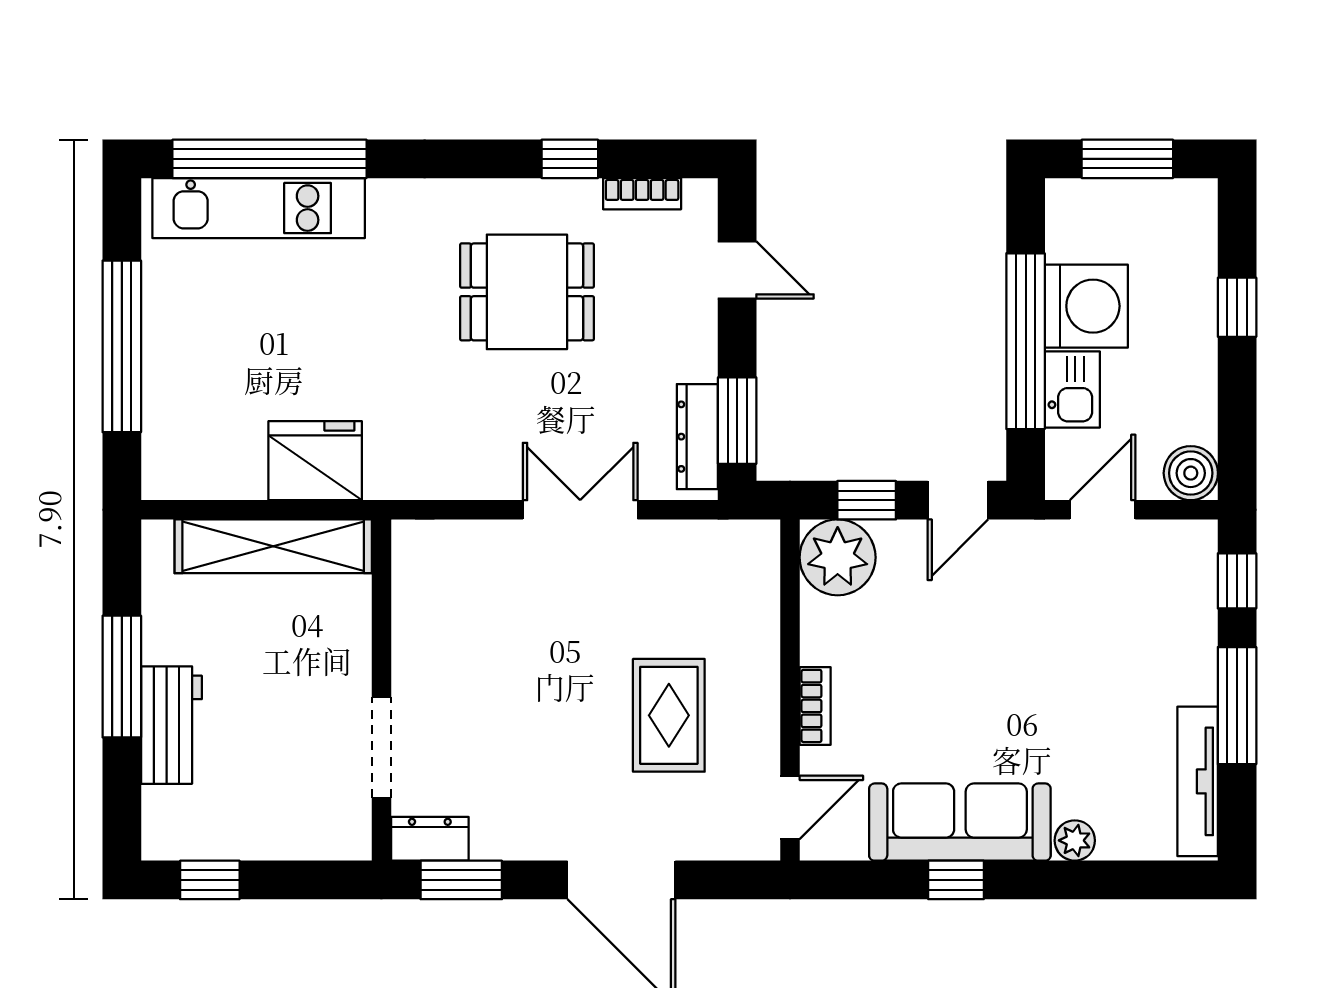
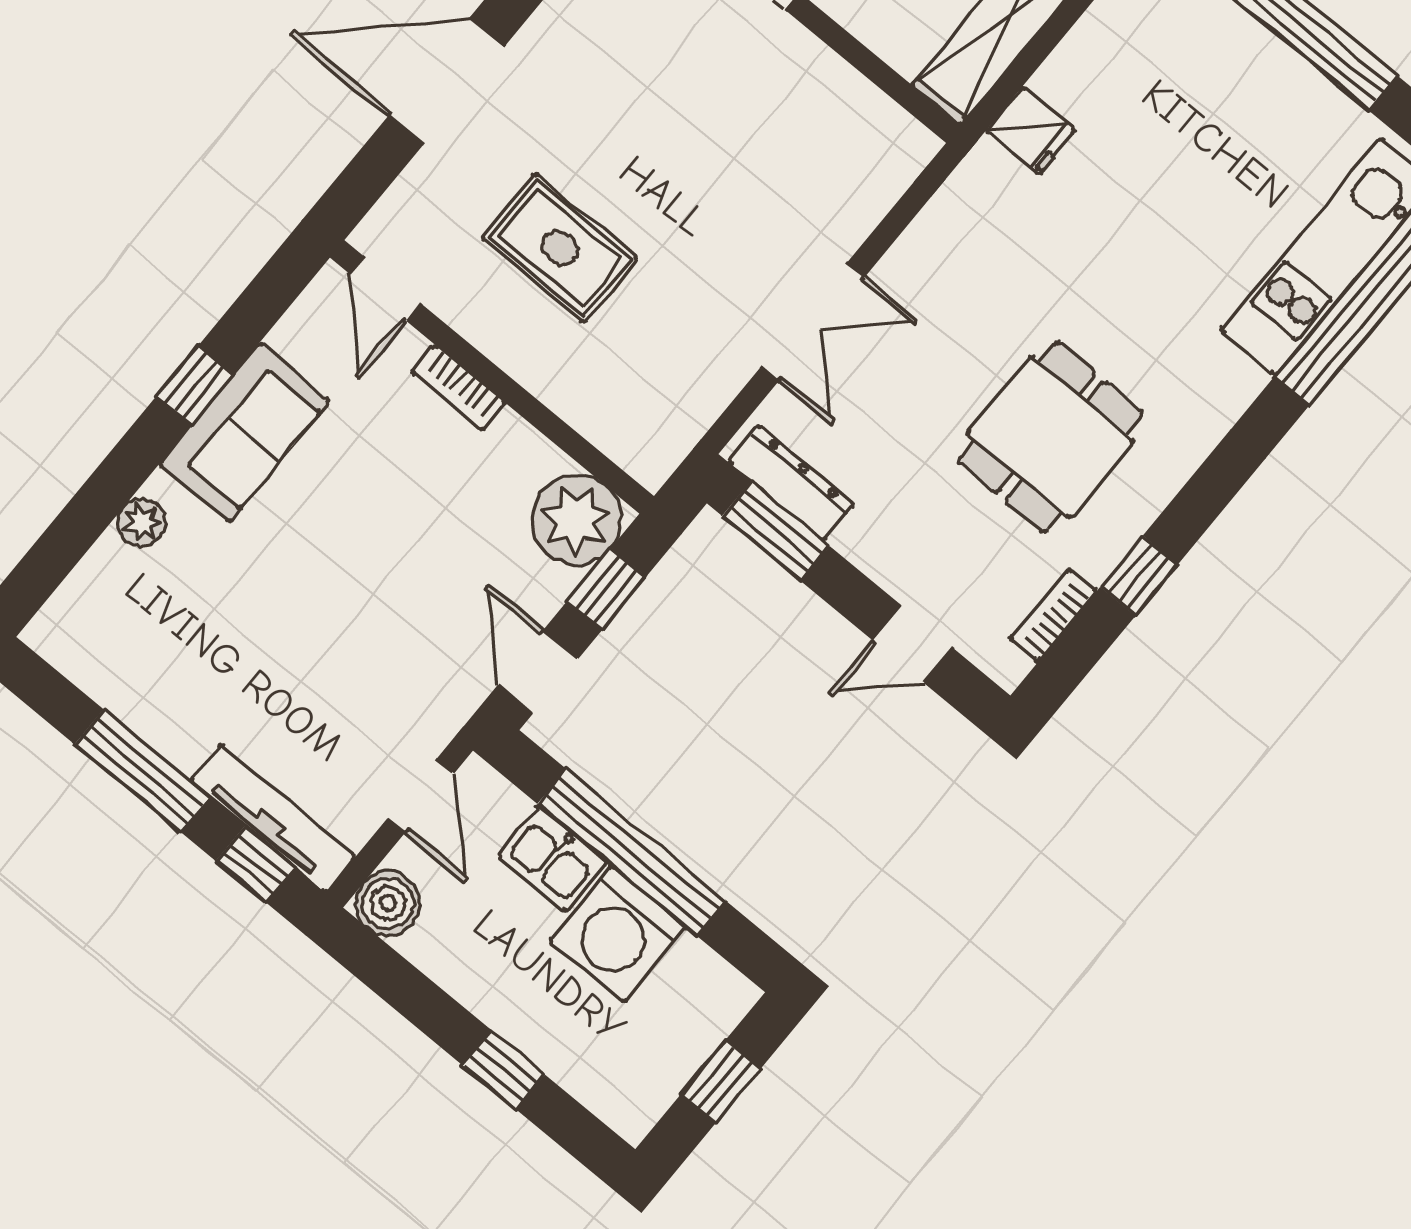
window: (1127, 159) -> (721, 1082), width x0.67
fridge: (315, 461) -> (1031, 131), width x0.53, depth x0.75
tv unit: (1198, 781) -> (273, 819), moved
sofa: (960, 822) -> (245, 432), width x0.73

